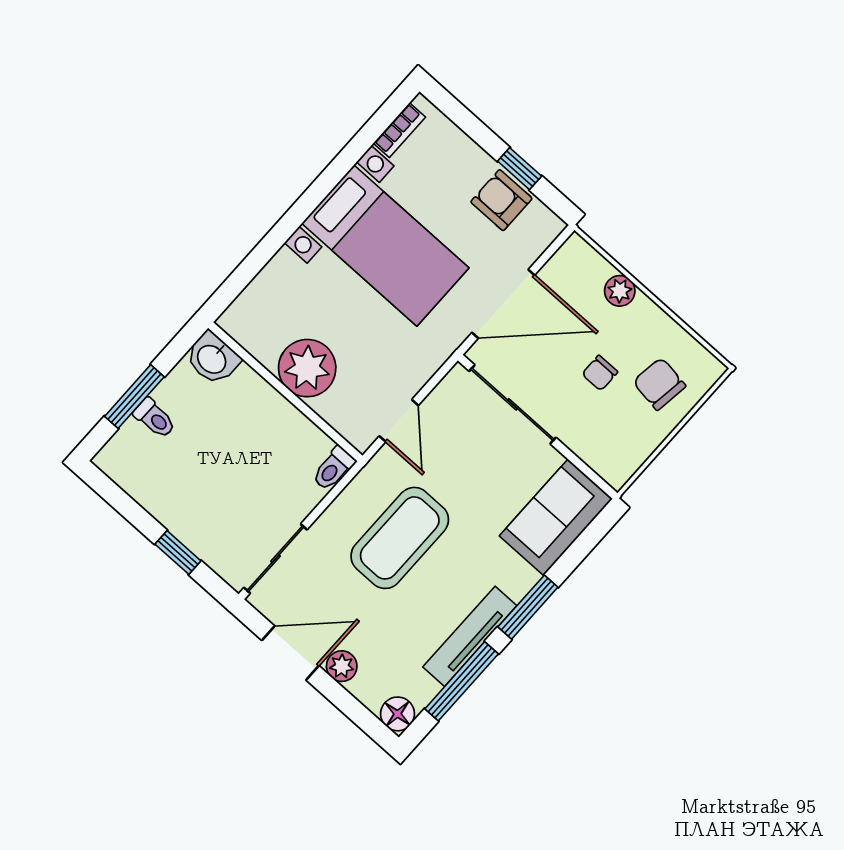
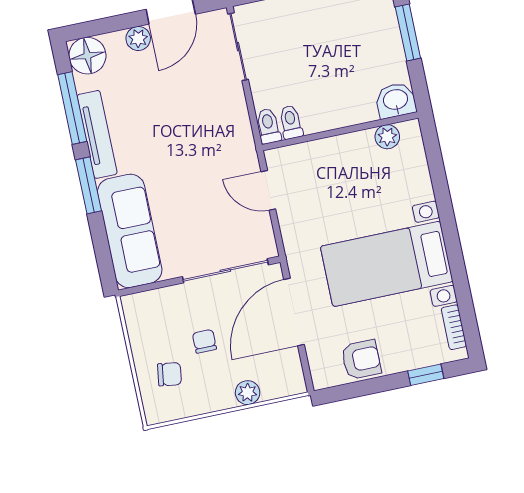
window: (520, 169) -> (426, 375), moved
plant: (307, 368) -> (387, 137), moved, width x0.53, depth x0.53
chair: (659, 384) -> (169, 374), width x0.73, depth x0.73
toilet: (155, 418) -> (291, 122), moved, turned 90
sofa: (556, 517) -> (130, 231), width x1.36
coffee table: (400, 538) -> (193, 136), removed
floor lamp: (398, 714) -> (87, 56), width x1.38, depth x1.38

